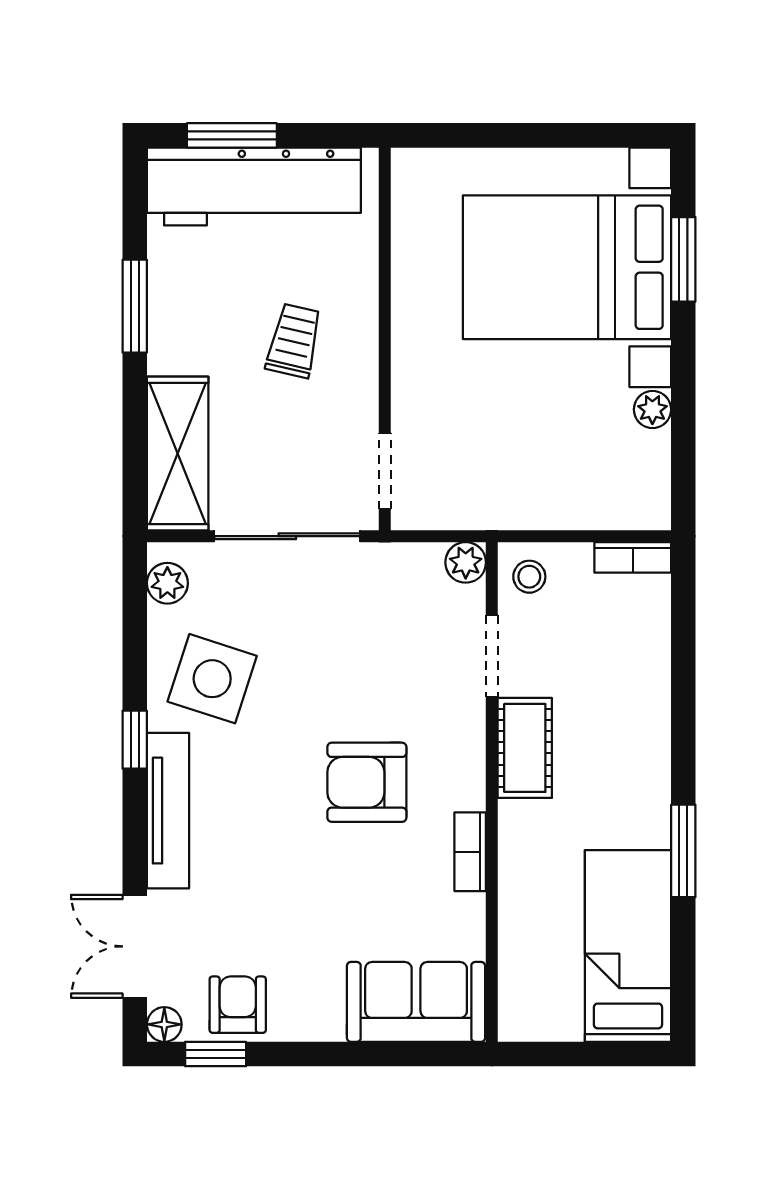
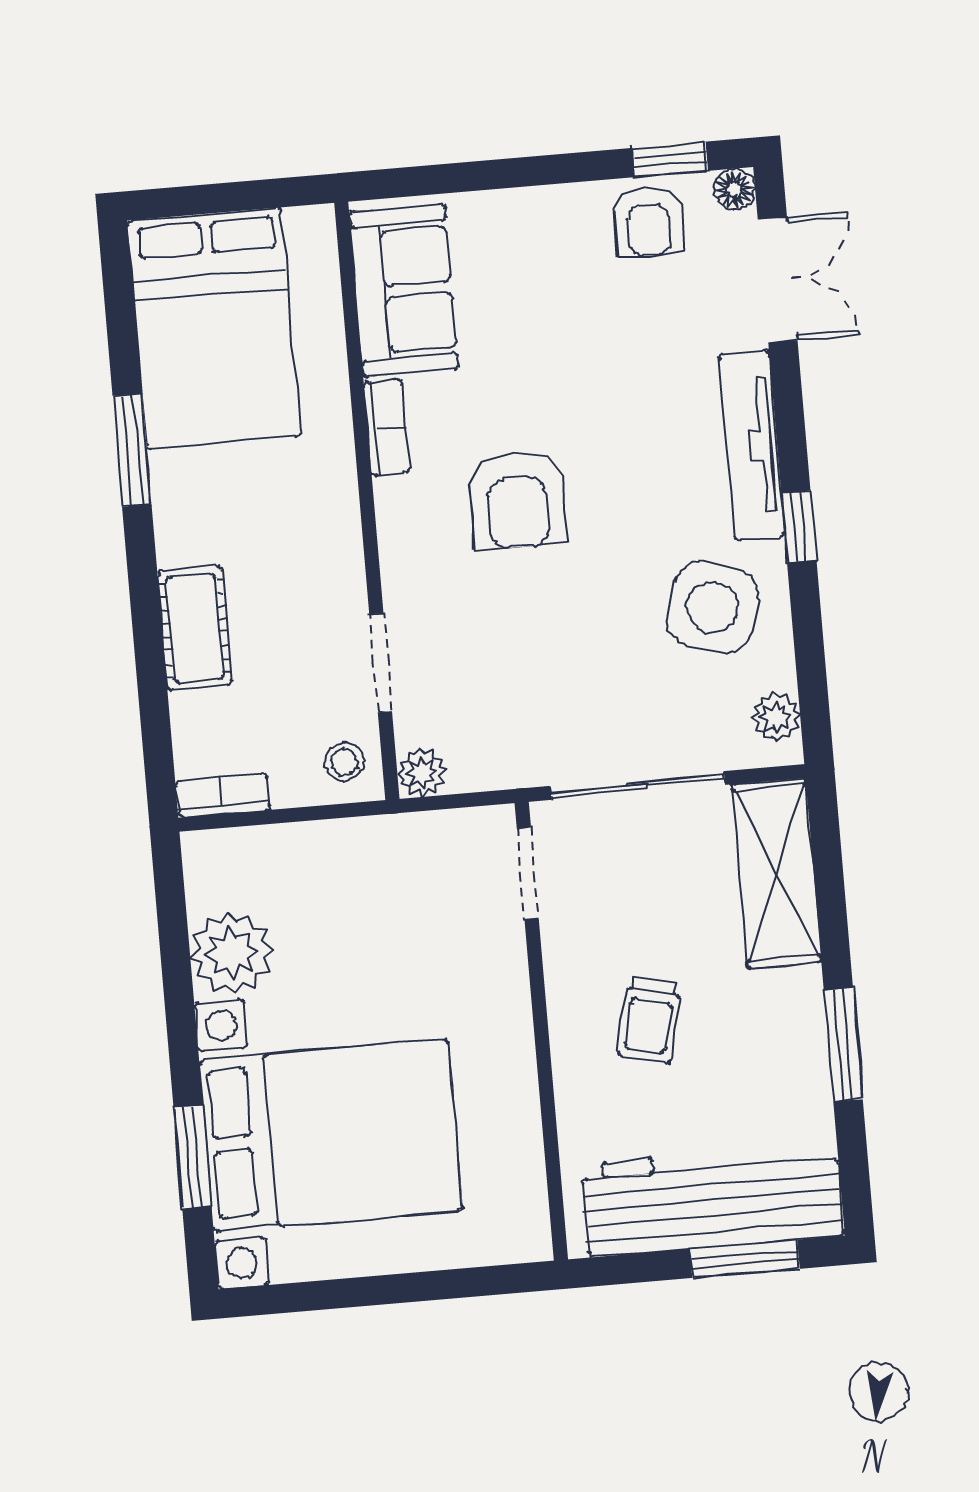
plant: (652, 409) -> (232, 953), width x1.87, depth x1.87
cot: (525, 748) -> (195, 628), moved
armchair: (367, 782) -> (517, 500), turned 90
bed: (628, 946) -> (214, 328), width x1.50
sofa: (416, 1002) -> (404, 291), moved, turned -90

